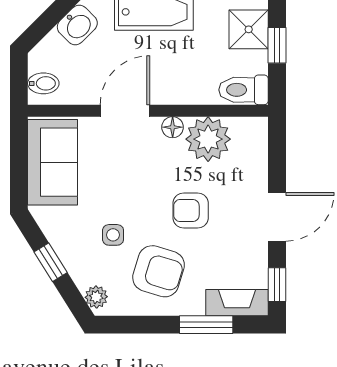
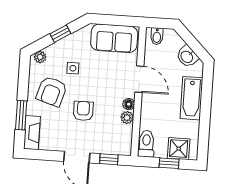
plant: (208, 139) -> (127, 118), width x0.53, depth x0.53
window: (277, 285) -> (109, 159), moved

